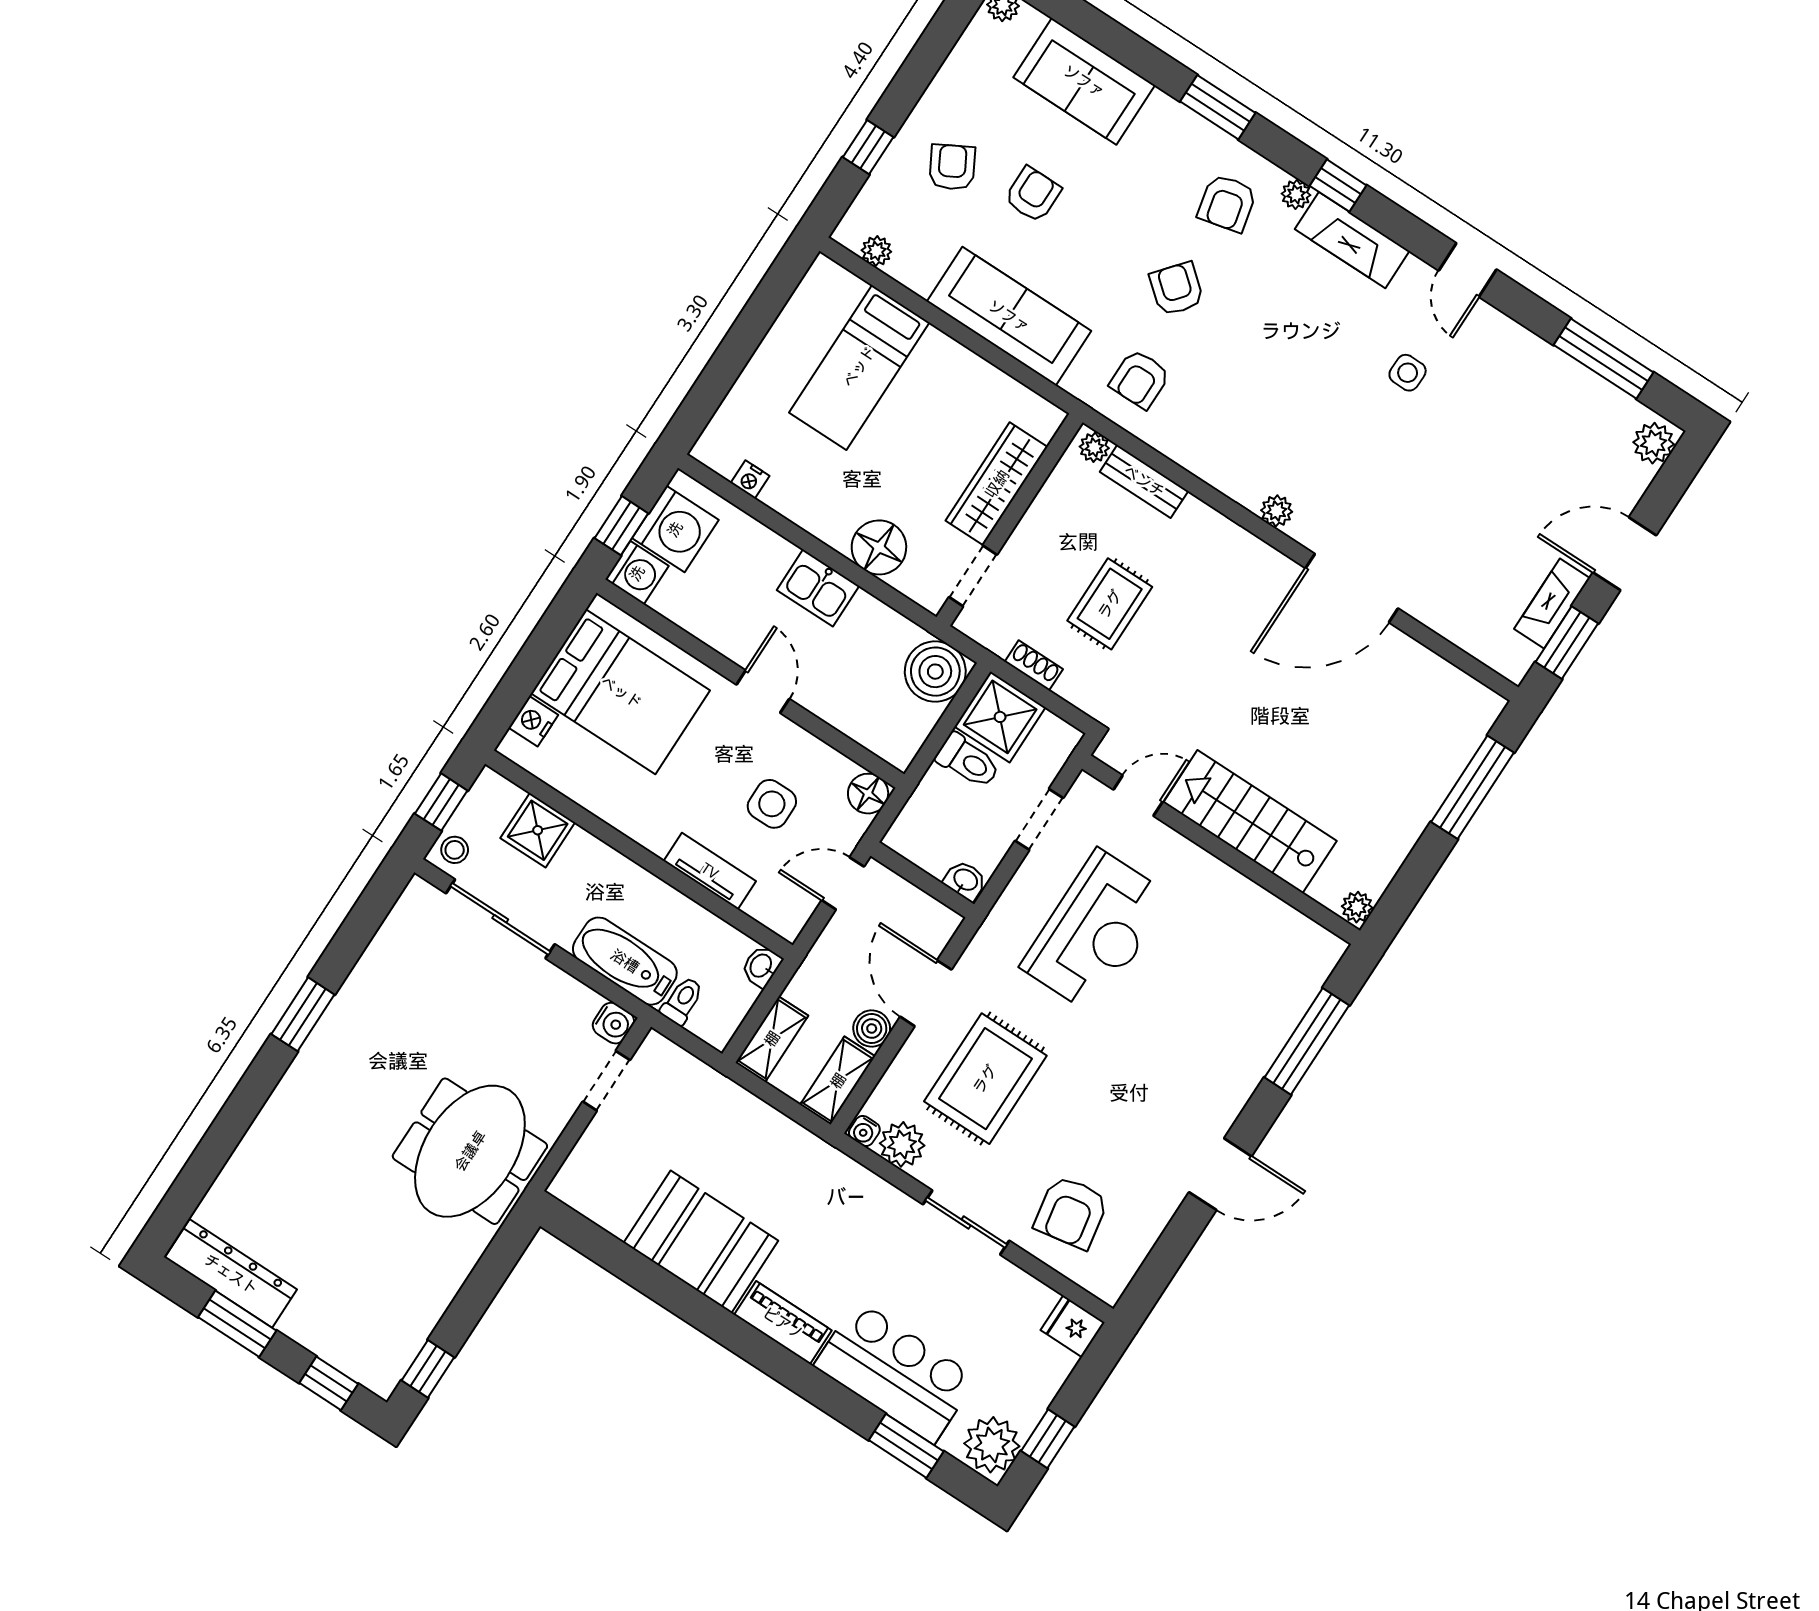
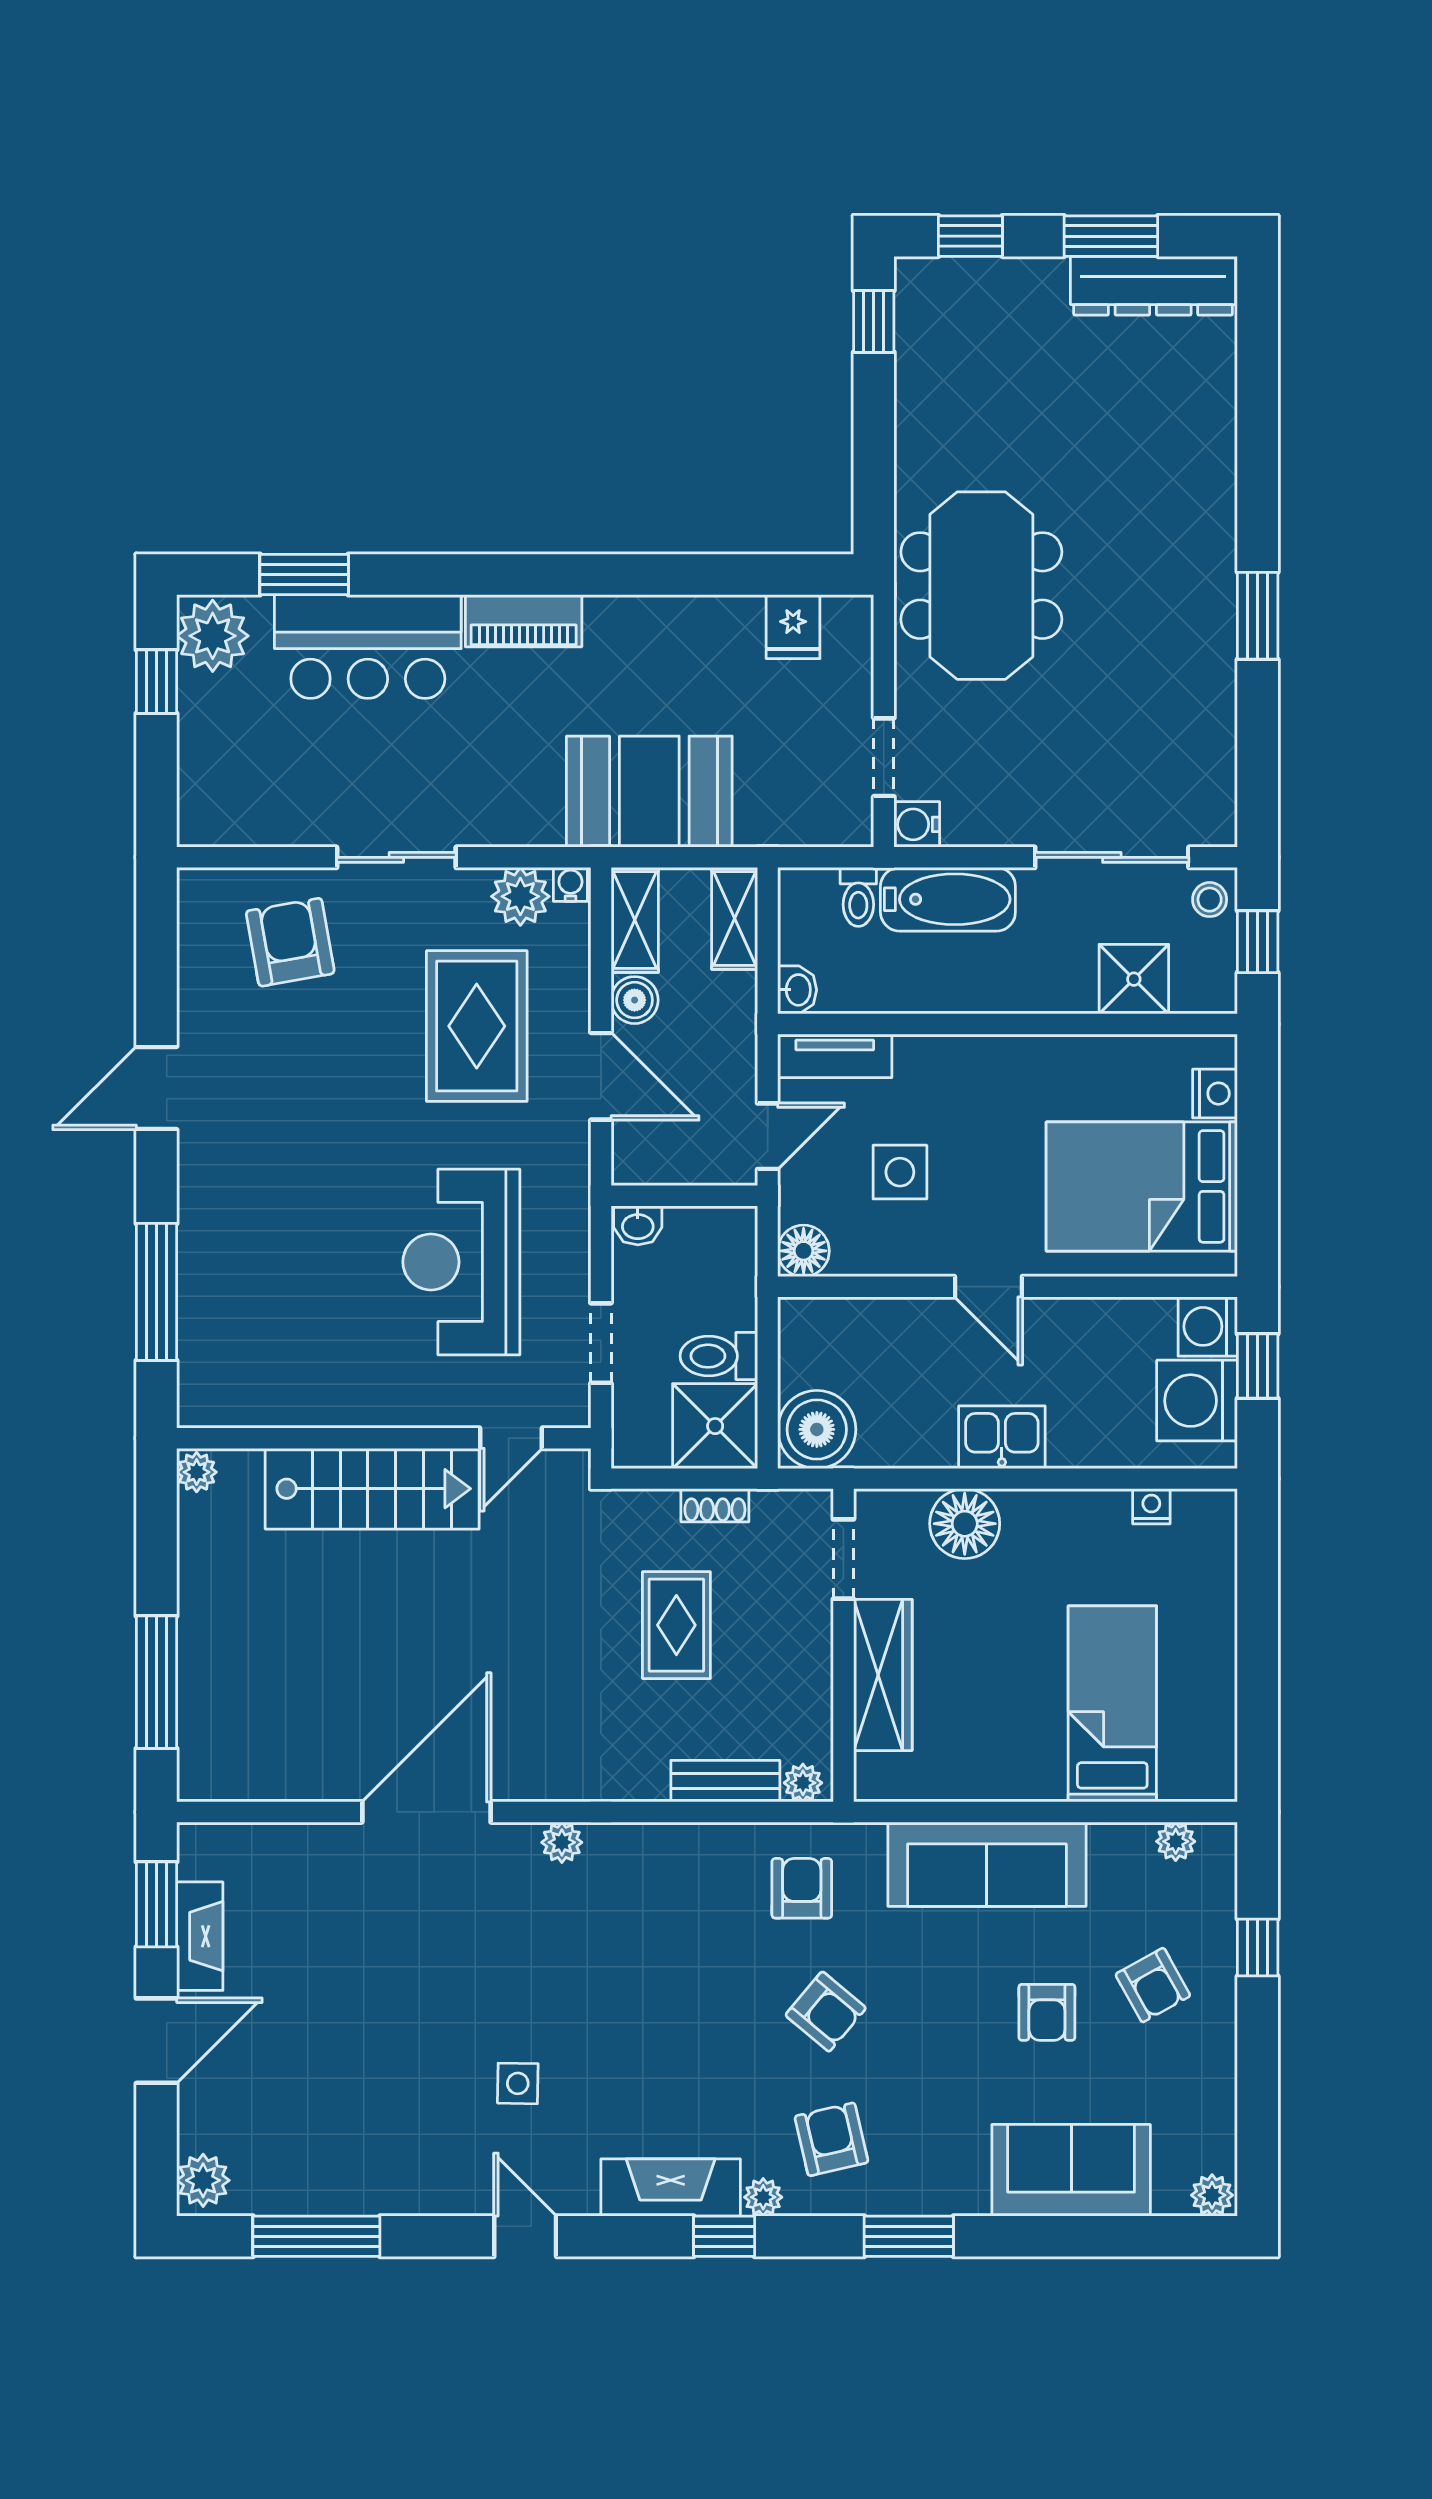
tv unit: (710, 871) -> (835, 1056), moved
booth: (701, 1242) -> (649, 792), moved
fridge: (1073, 1326) -> (793, 627), moved, turned 90

